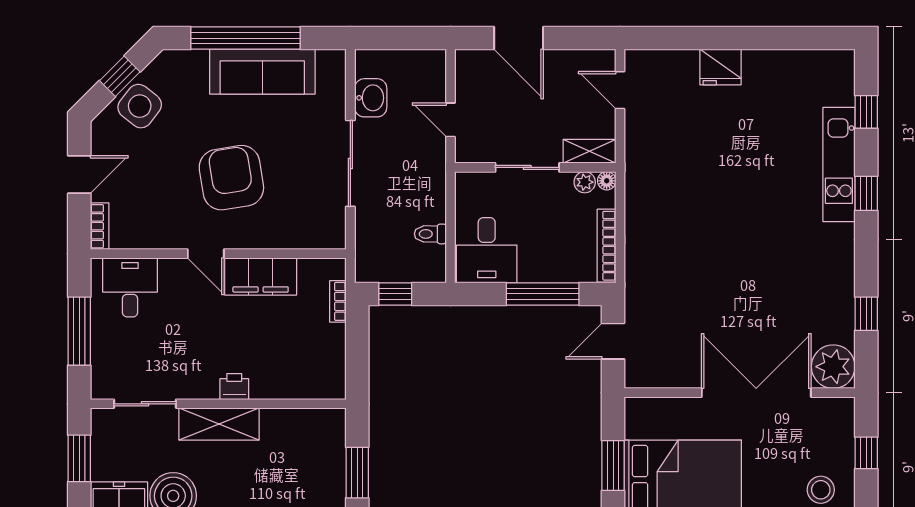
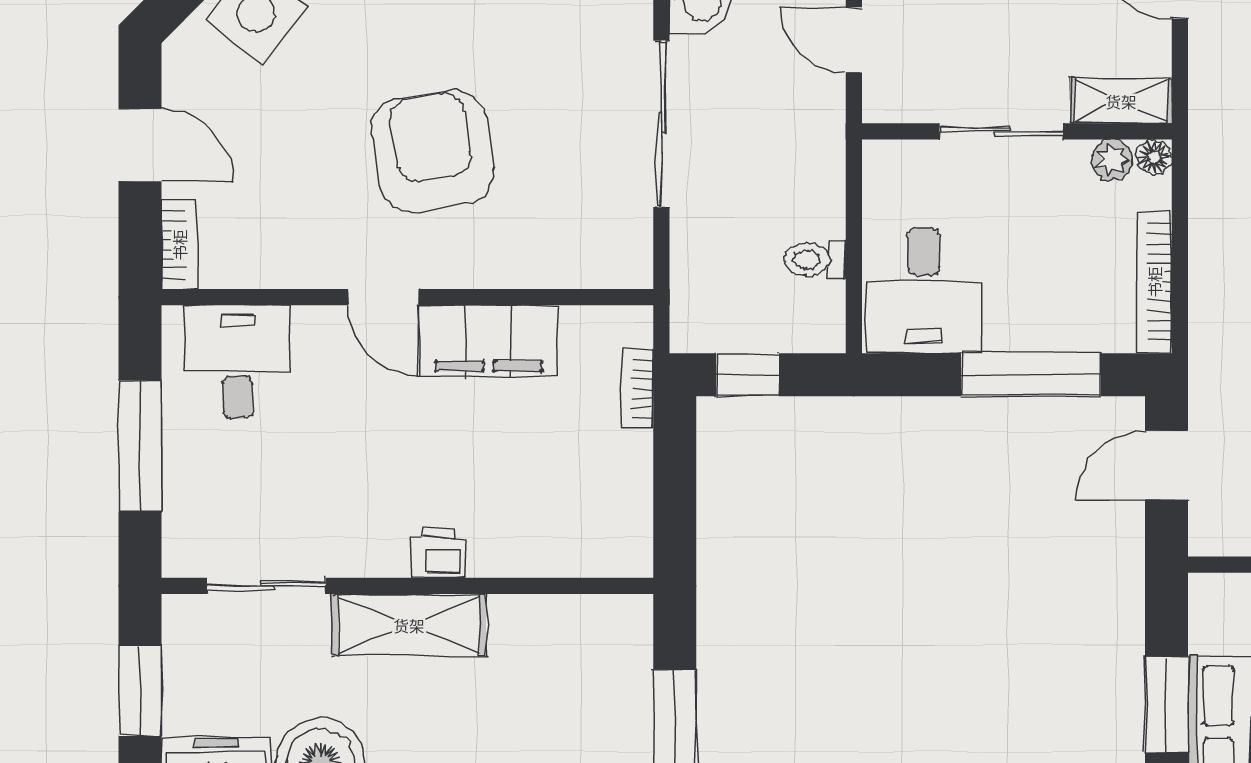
door: (79, 174) -> (140, 145), hinge flipped

